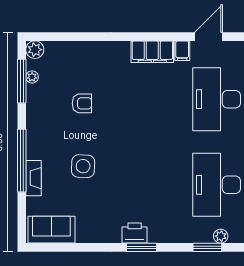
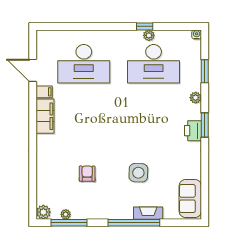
plant: (221, 236) -> (196, 98), moved

